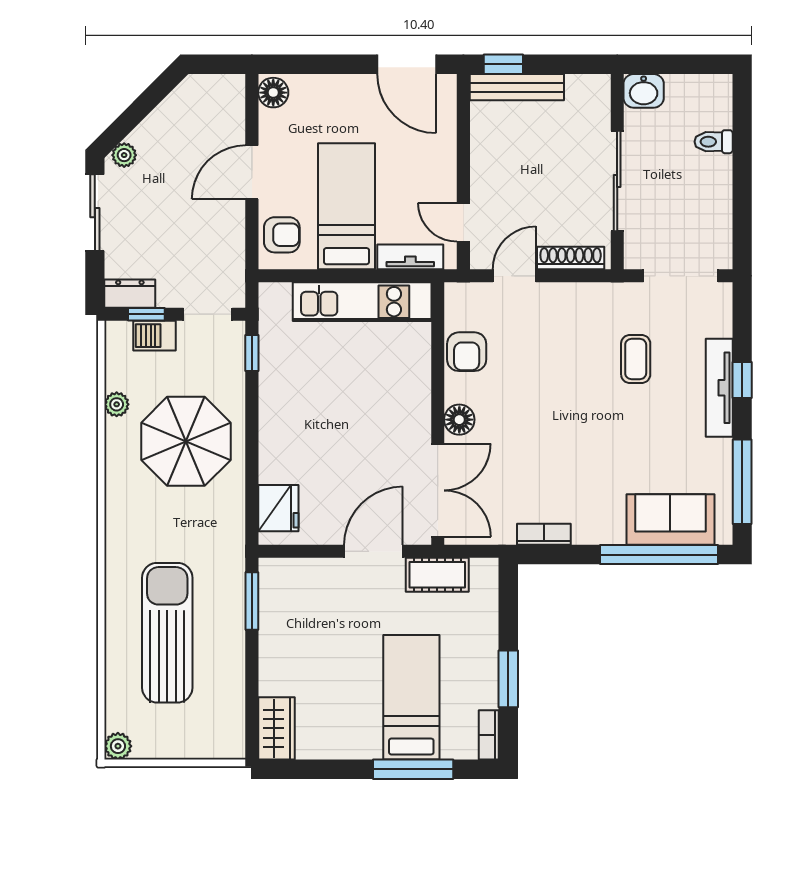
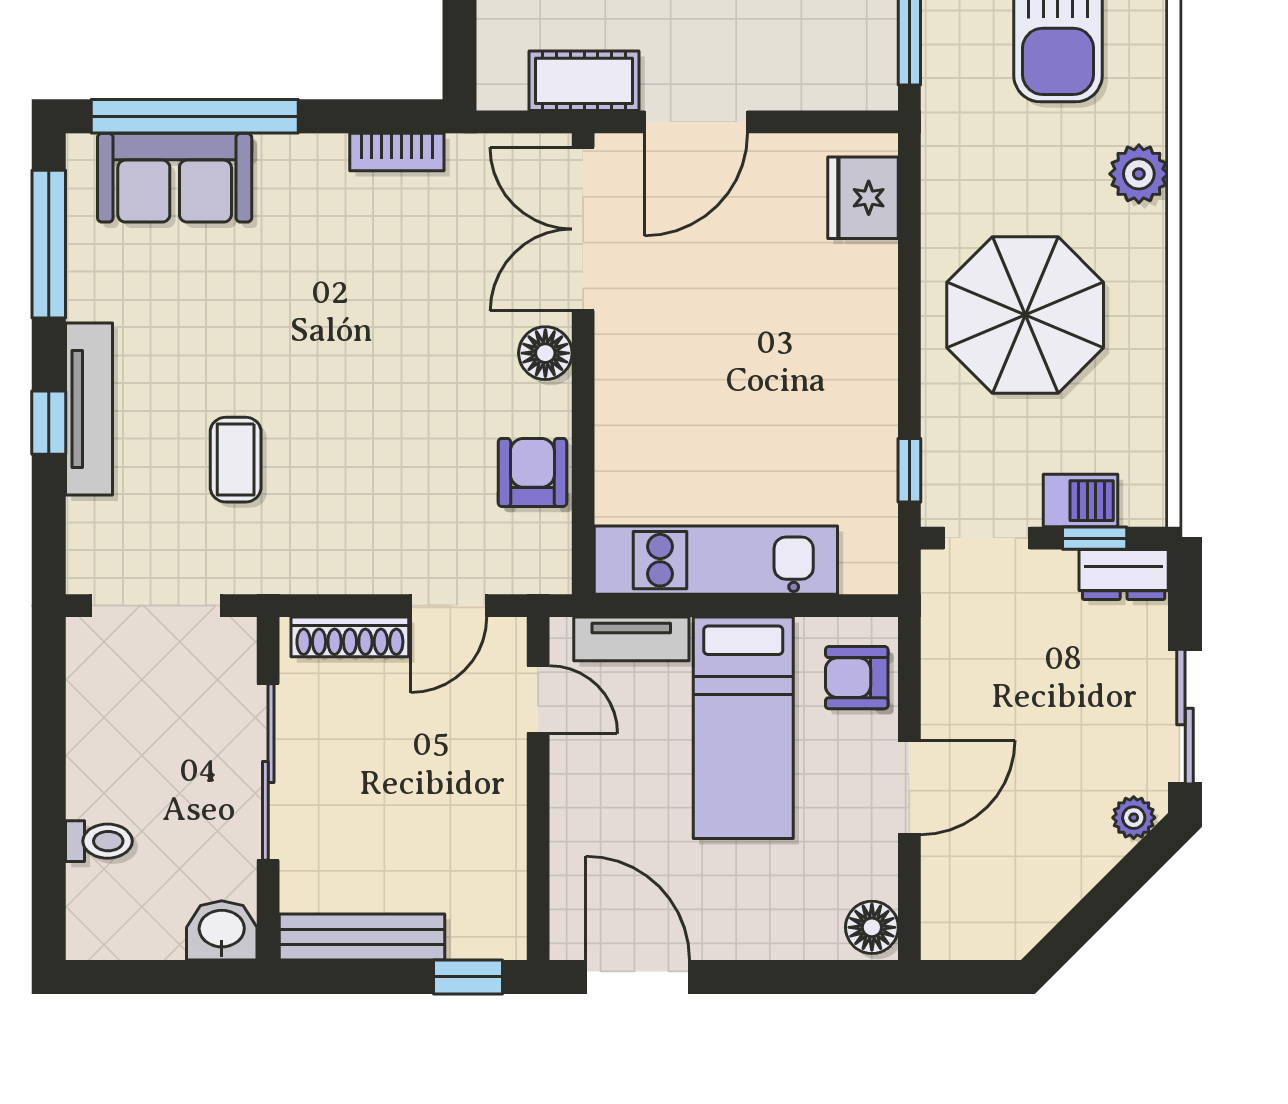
bench: (517, 87) -> (362, 937), moved
plant: (117, 404) -> (1139, 174), moved, width x1.38, depth x1.38

